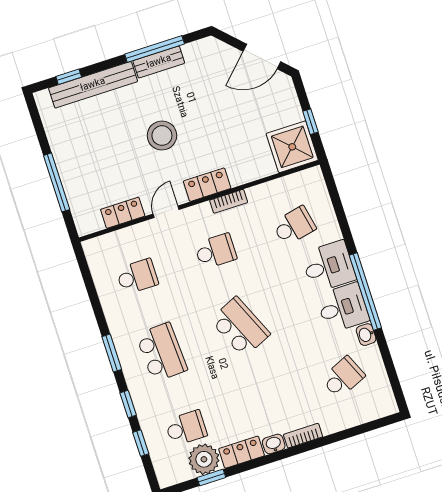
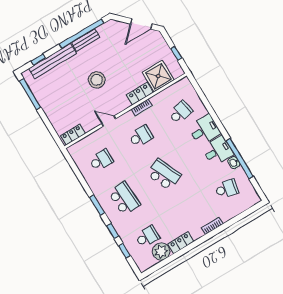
window: (155, 49) -> (82, 34), width x1.46
shower: (292, 147) -> (158, 76), moved
window: (57, 182) -> (30, 94), moved
locker: (207, 185) -> (140, 94), moved
door: (166, 212) -> (109, 121), hinge flipped
locker: (123, 213) -> (73, 135), moved
window: (365, 292) -> (240, 159), moved
school desk: (343, 377) -> (227, 189), turned 36
washbasin: (274, 444) -> (197, 234), removed
window: (211, 478) -> (168, 261), removed

